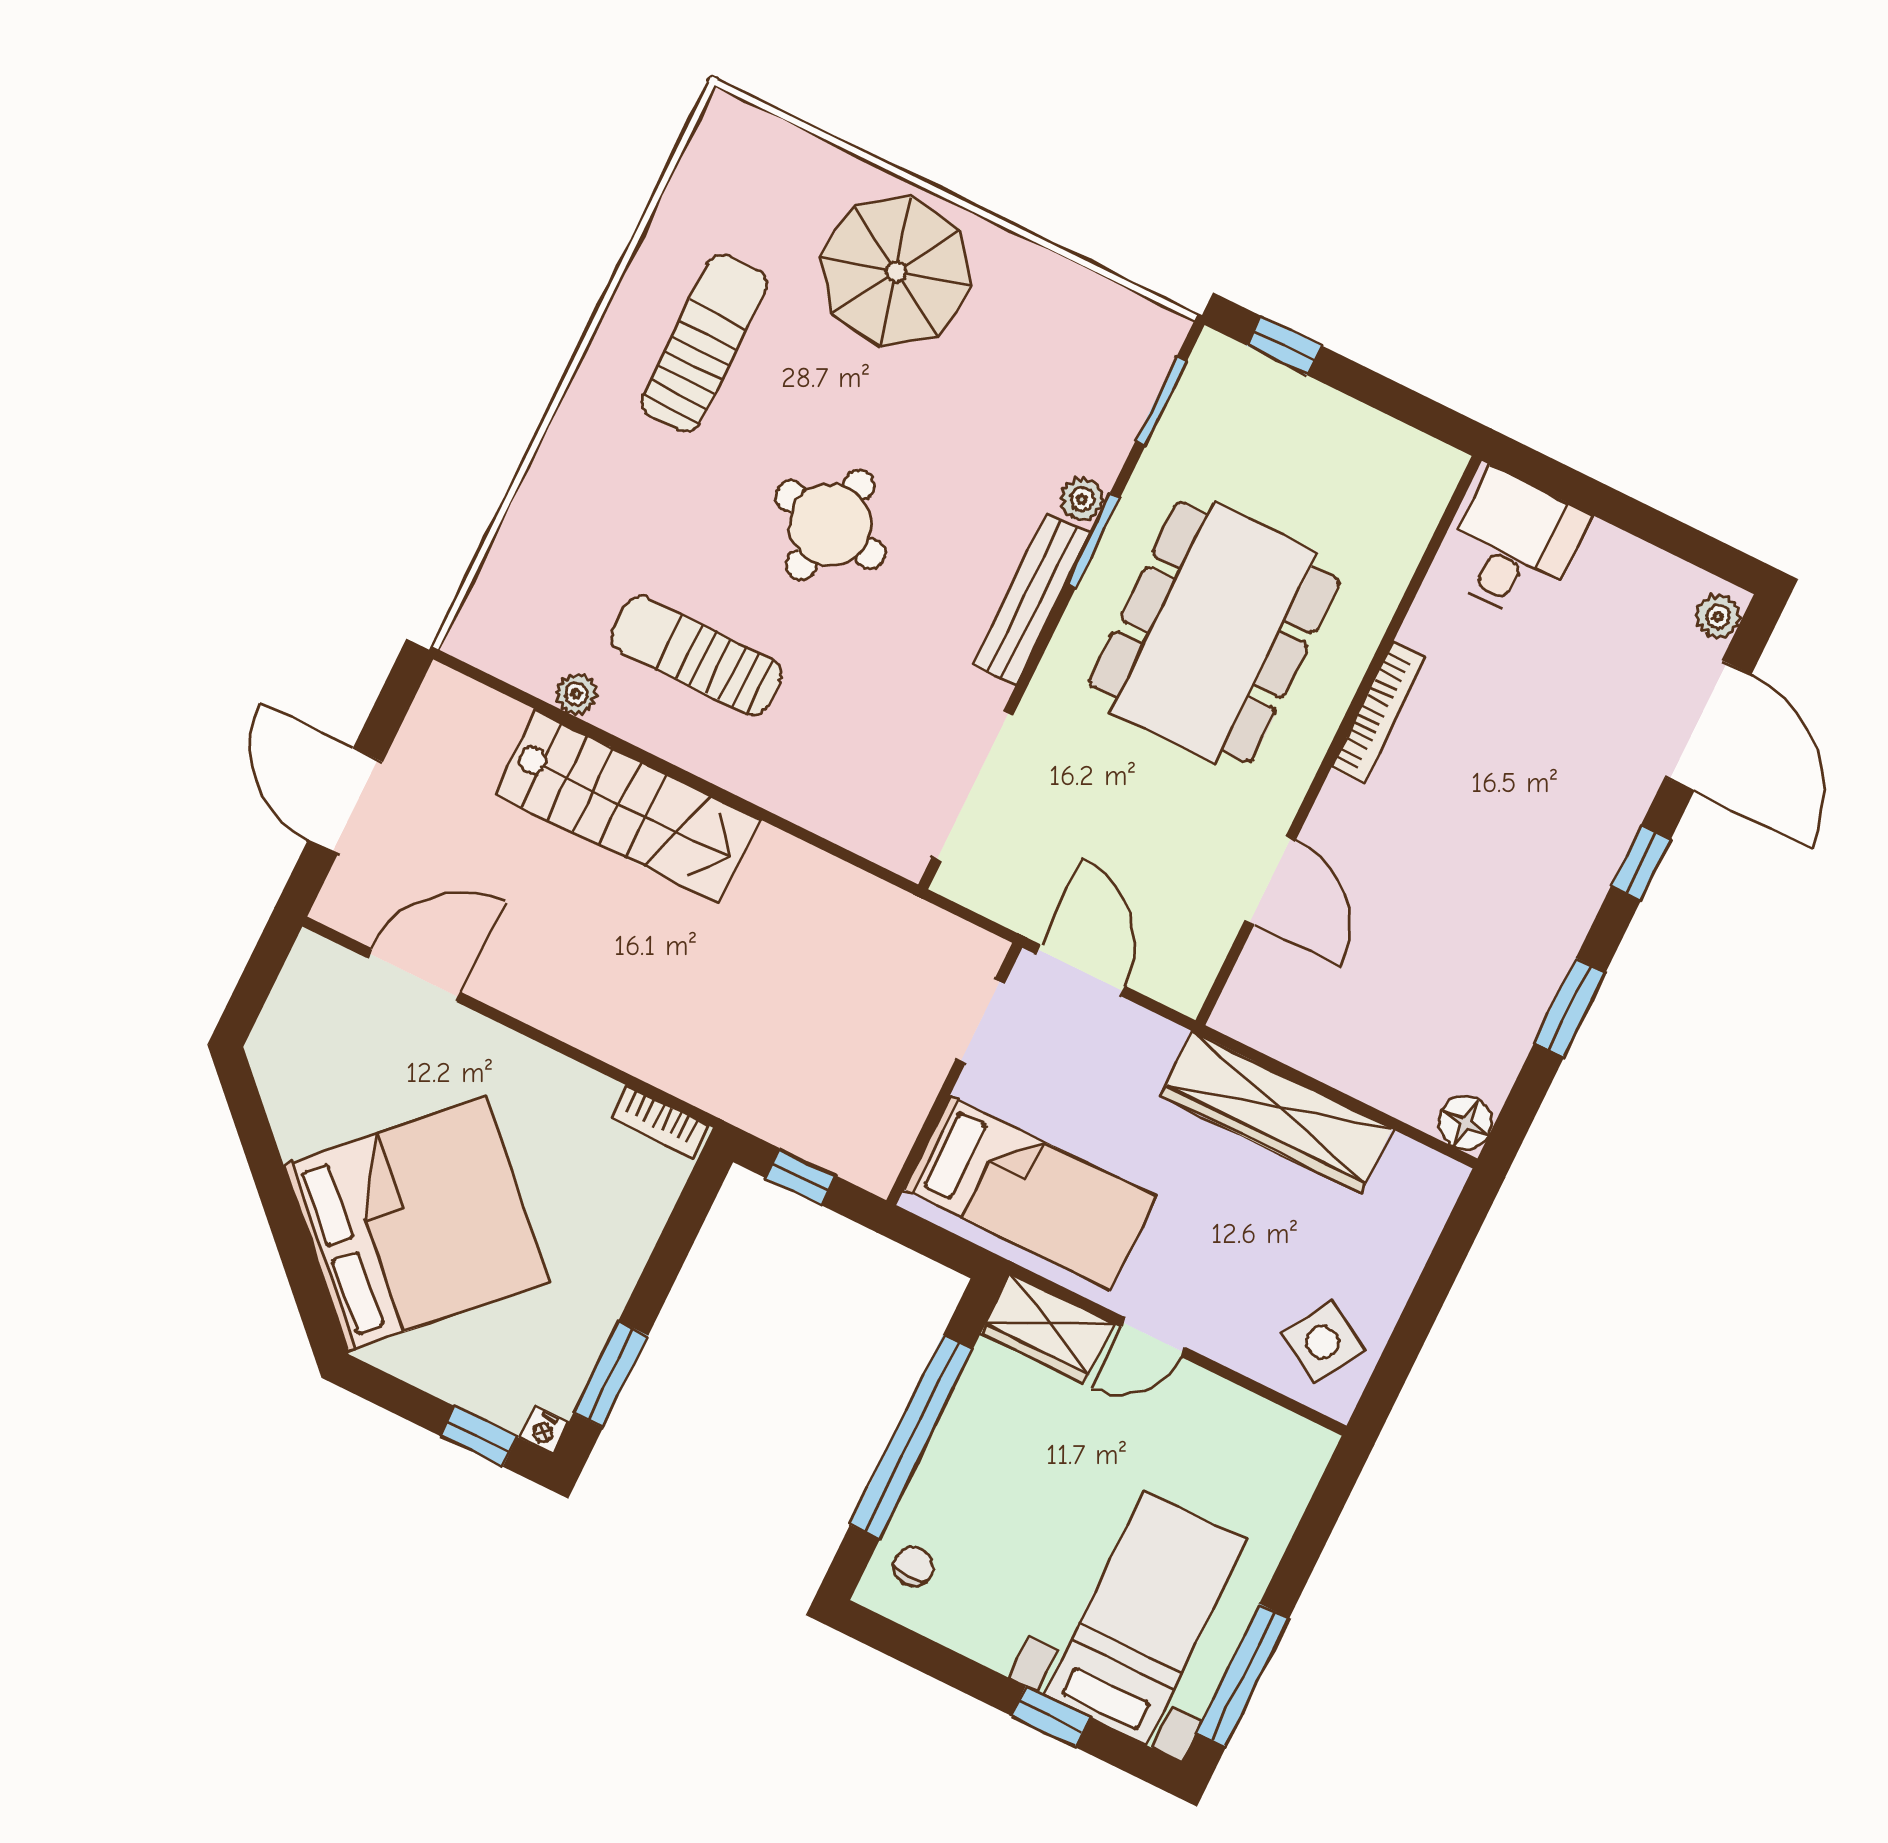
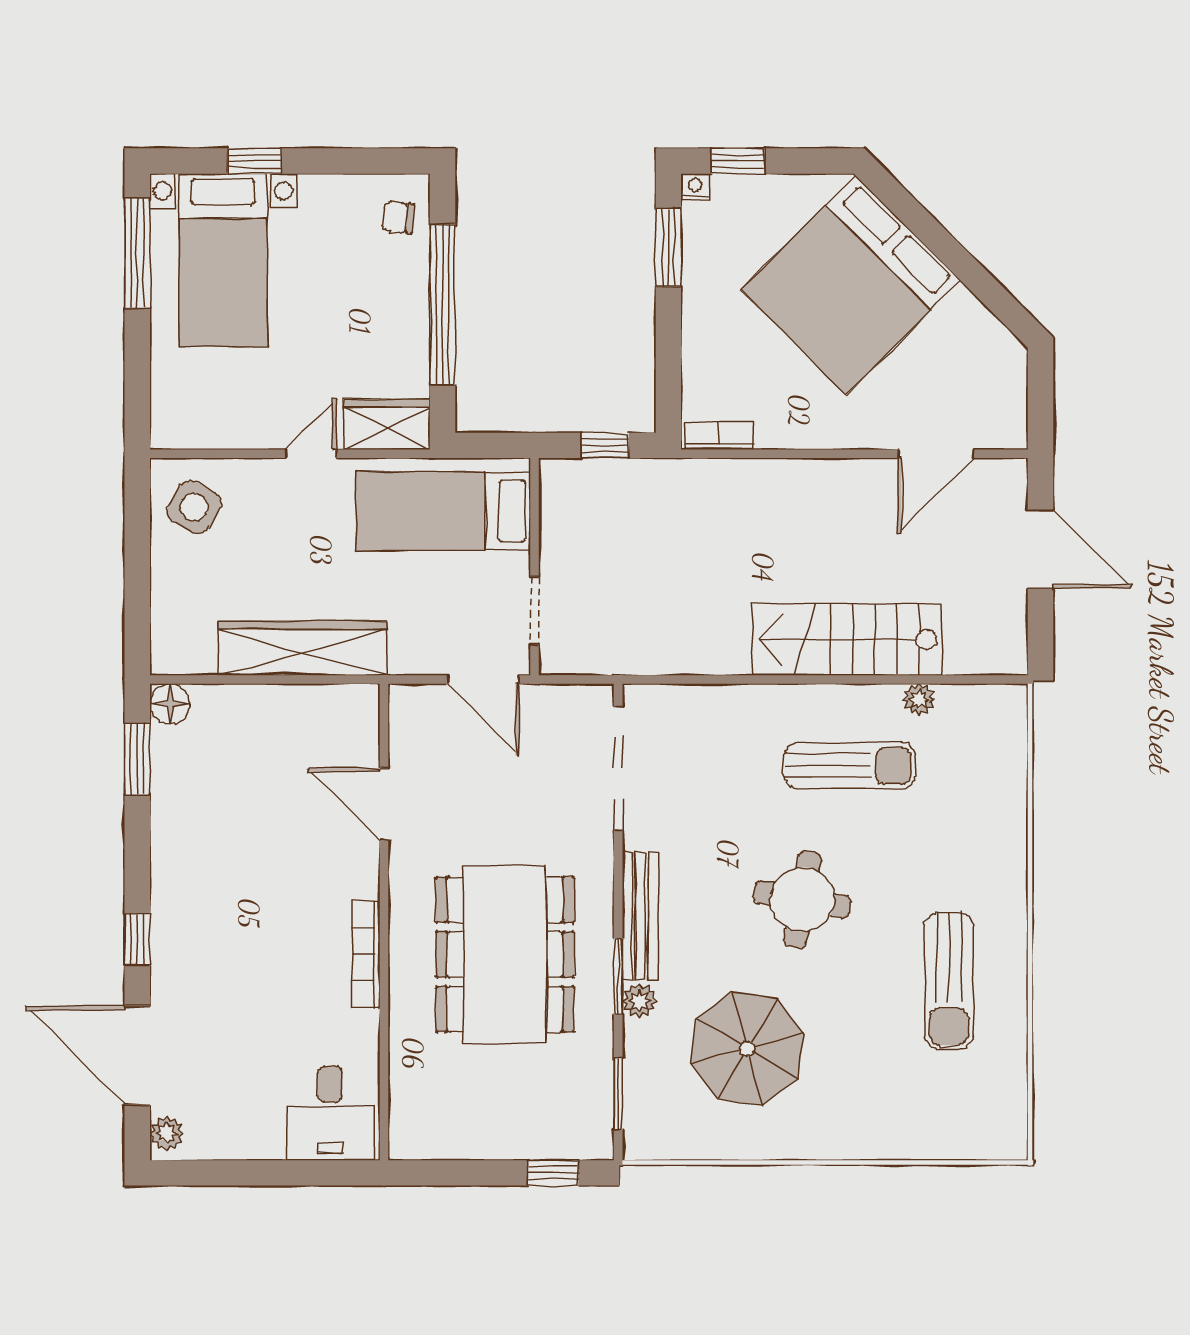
parasol: (896, 272) -> (747, 1049), moved
window: (1570, 1007) -> (137, 759), moved
chair: (913, 1566) -> (398, 218), turned 94

